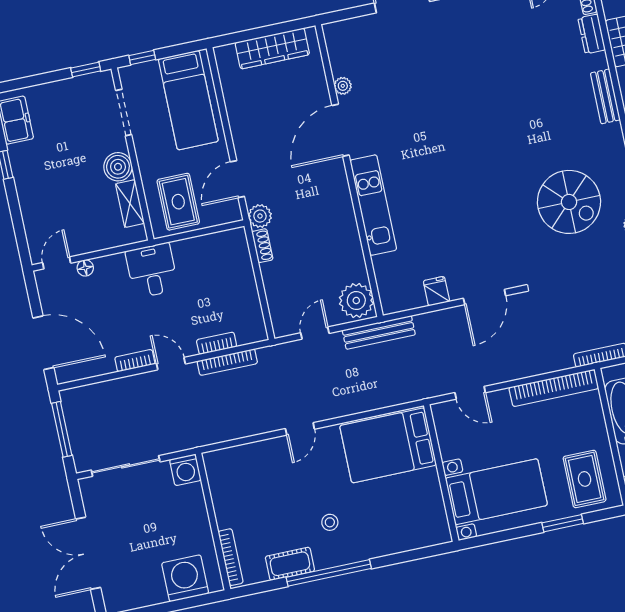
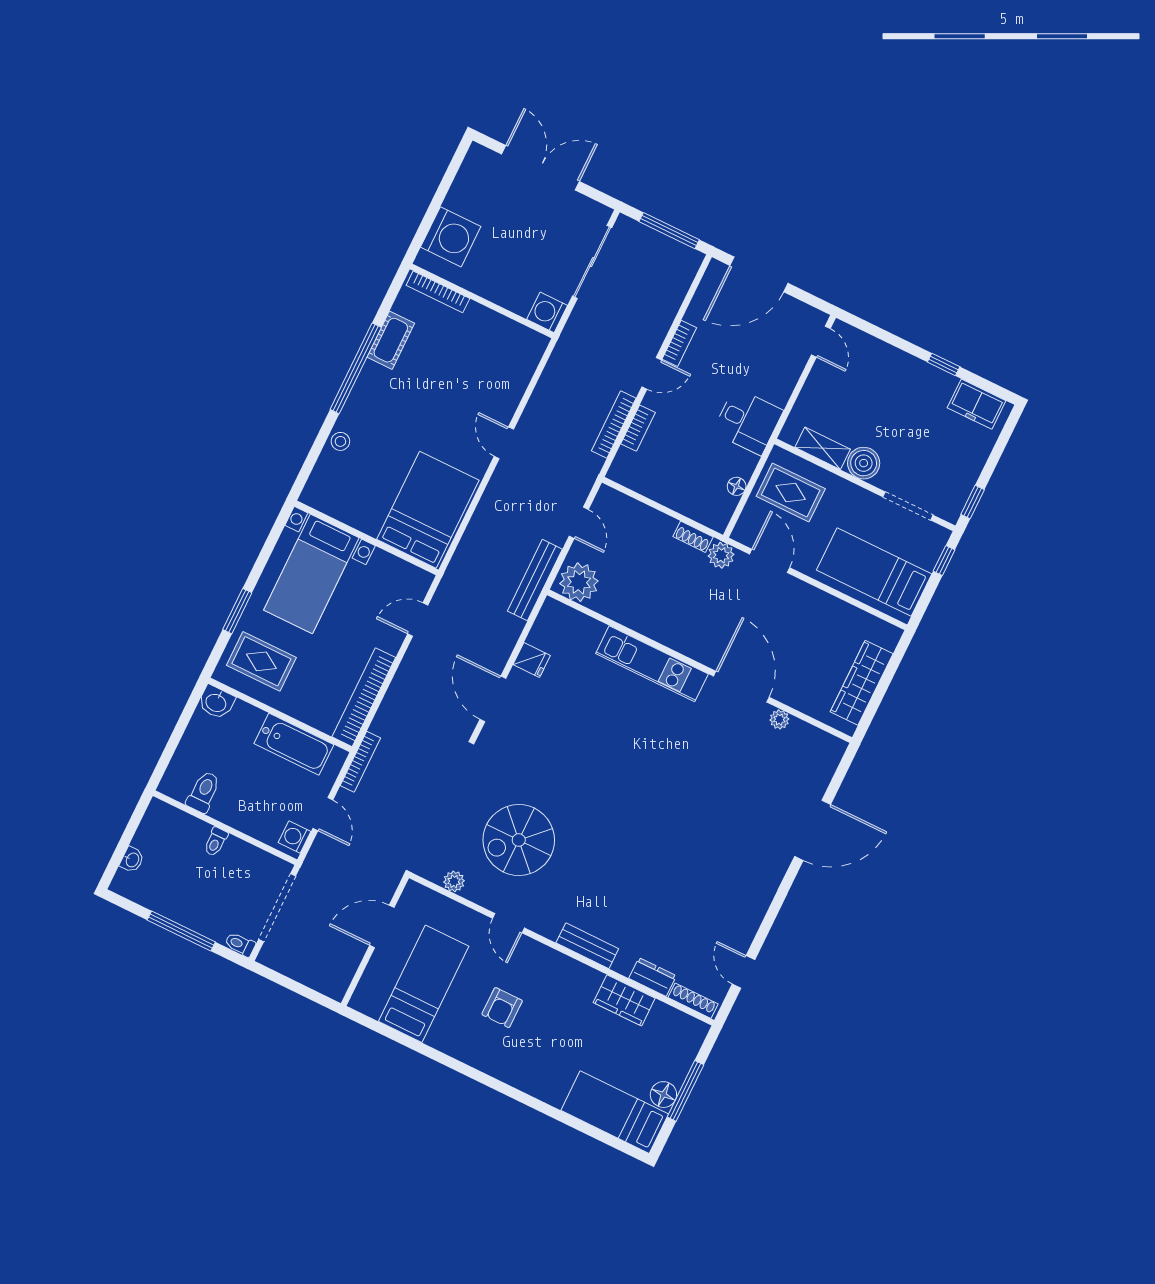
floor lamp: (85, 268) -> (737, 486), moved
stool: (330, 522) -> (340, 441), moved

